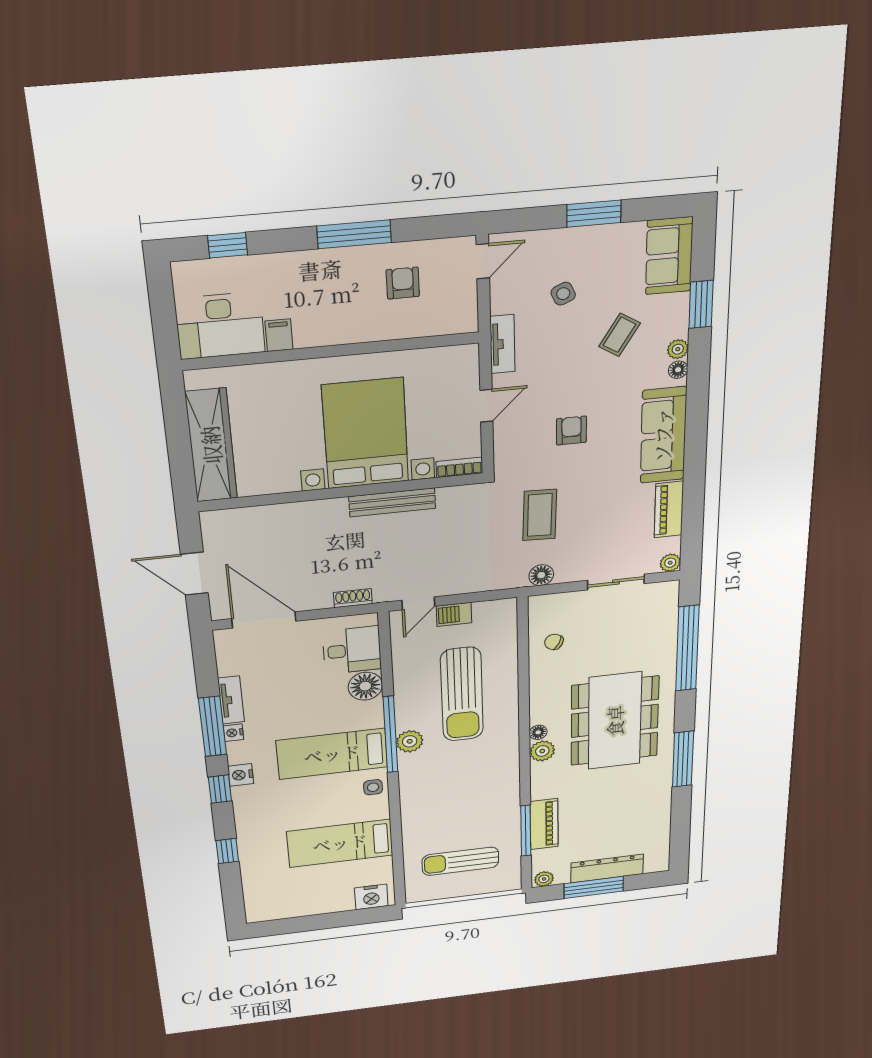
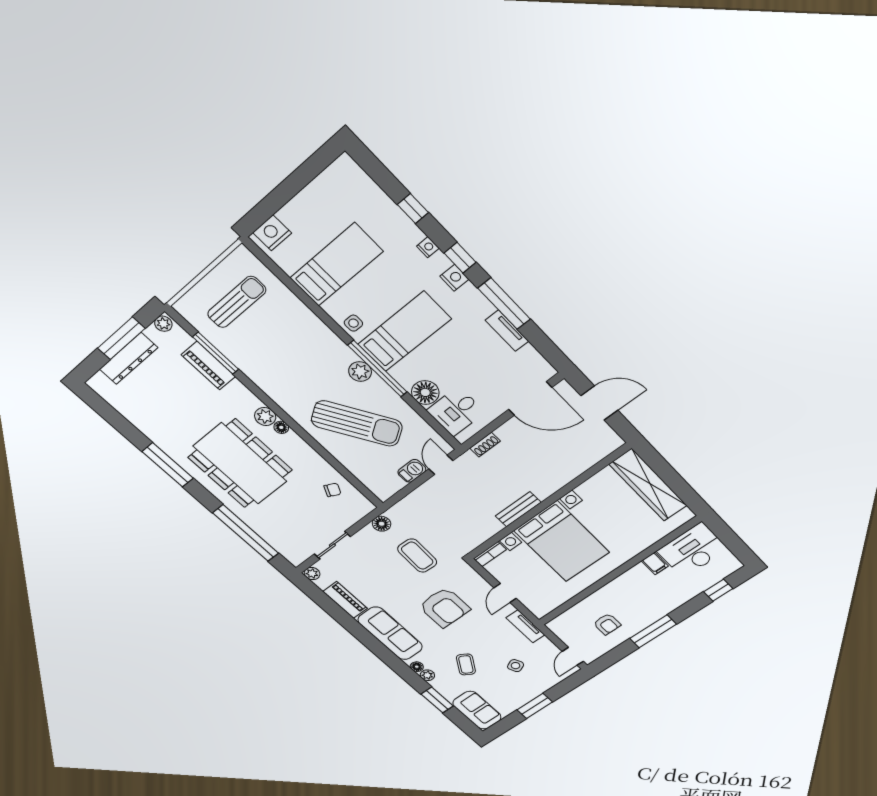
armchair: (571, 431) -> (444, 607), width x1.88, depth x1.88
bench: (392, 502) -> (518, 509), width x0.73
sun lounger: (462, 694) -> (357, 424), turned 148
nightstand: (233, 733) -> (428, 247), moved

